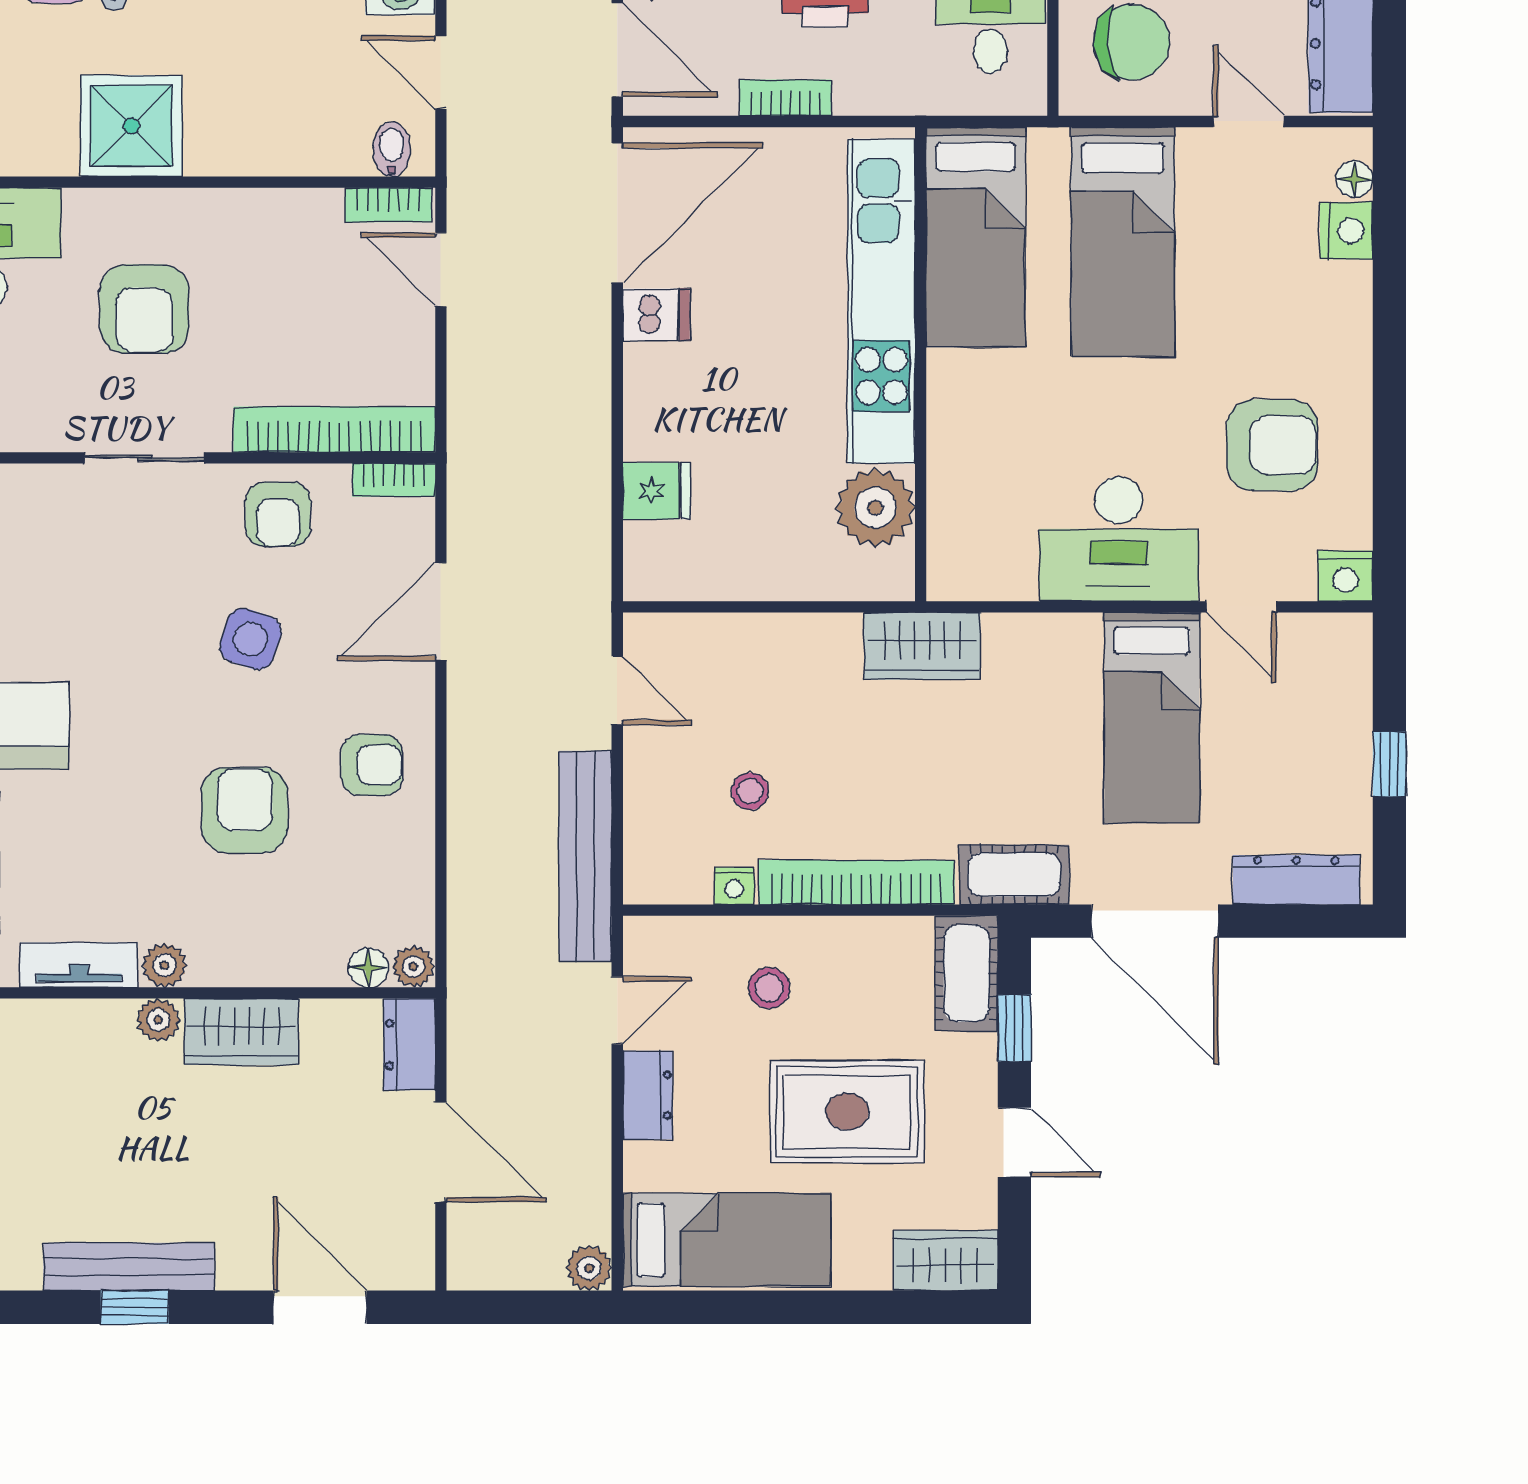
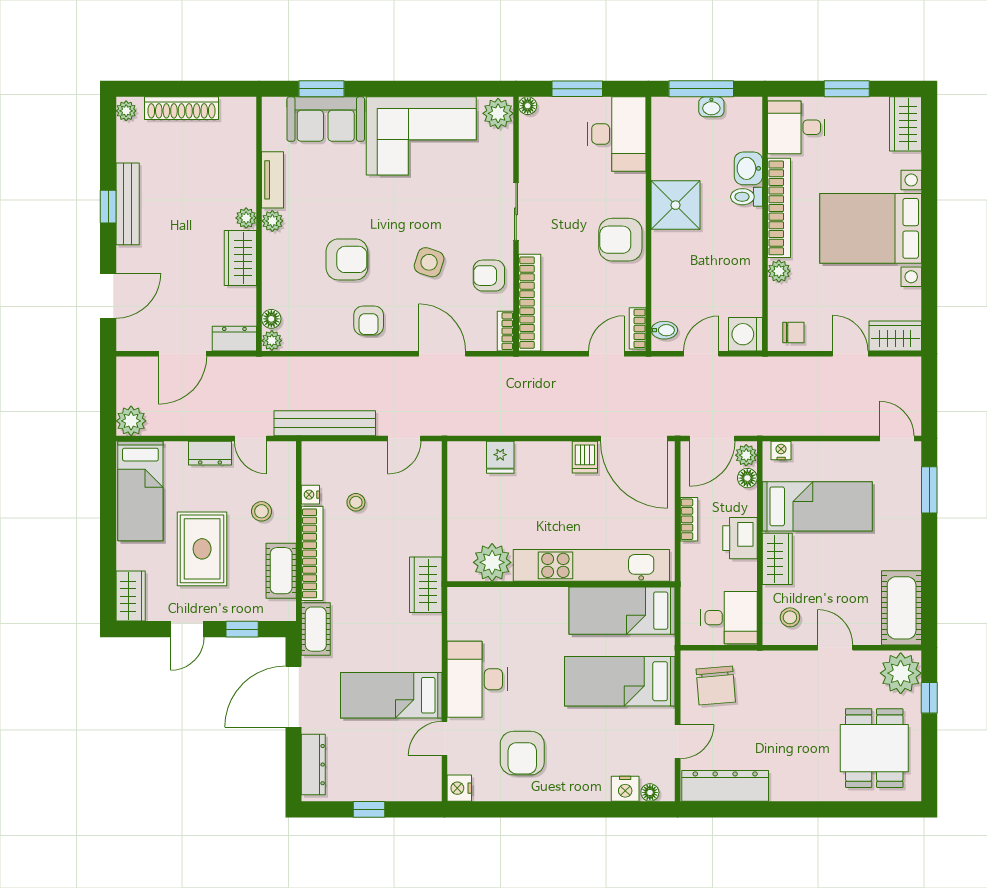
armchair: (144, 309) -> (620, 240), moved
cot: (966, 973) -> (281, 571), moved, turned 90
plant: (589, 1268) -> (131, 421), width x1.38, depth x1.38

